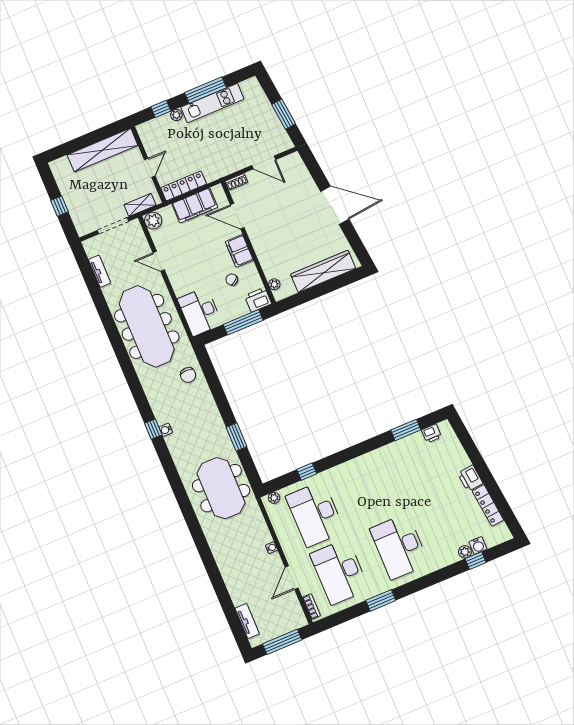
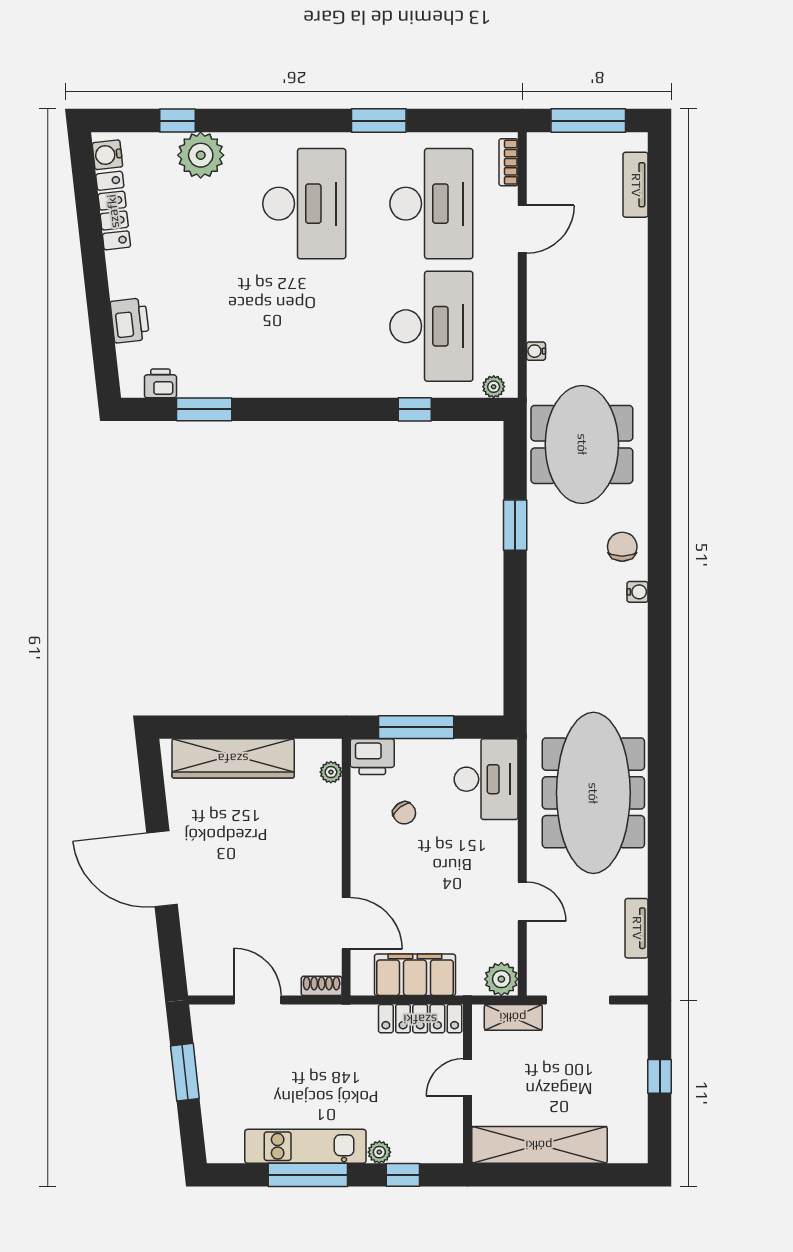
filing cabinet: (239, 251) -> (369, 859), removed
chair: (188, 375) -> (622, 547), moved
window: (153, 429) -> (660, 603), removed
printer: (470, 478) -> (130, 320), moved
water cooler: (478, 545) -> (107, 155), moved, turned -96
water cooler: (272, 548) -> (536, 351), moved
plant: (465, 552) -> (201, 155), width x1.88, depth x1.88

